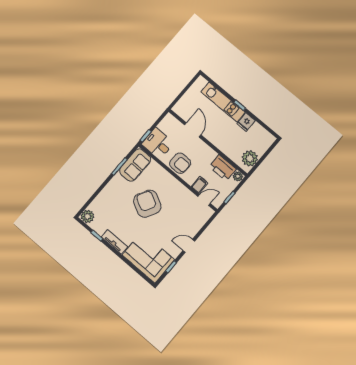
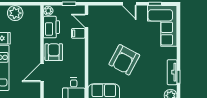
plant: (250, 158) -> (15, 13), moved
armchair: (180, 163) -> (54, 52), moved
tv unit: (115, 242) -> (172, 72), moved

